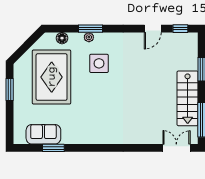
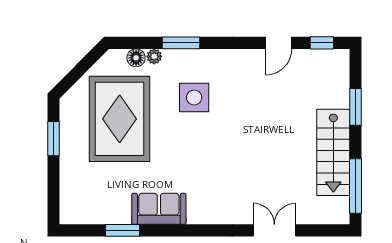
plant: (89, 37) -> (154, 56), moved
sofa: (43, 134) -> (159, 209), moved
double door: (176, 148) -> (274, 230), moved

